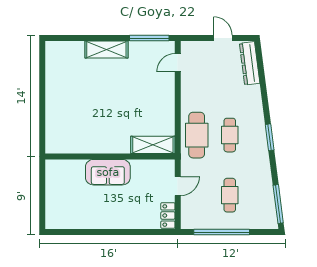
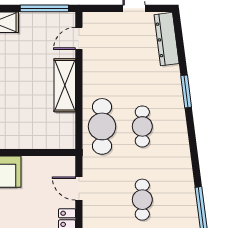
window: (270, 137) -> (186, 91), moved
shelving: (153, 145) -> (65, 85), moved, turned 90
door: (178, 186) -> (79, 189), swing flipped

